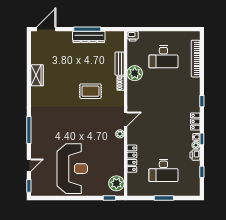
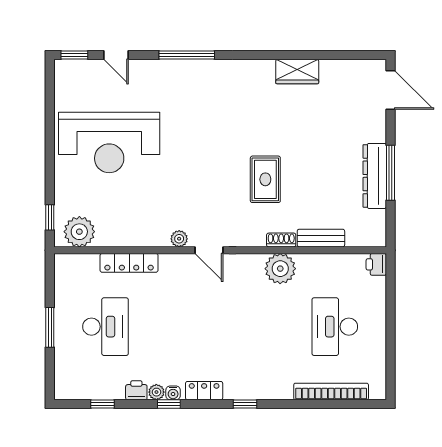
plant: (135, 73) -> (280, 269), moved
desk: (163, 170) -> (105, 327), turned 180

